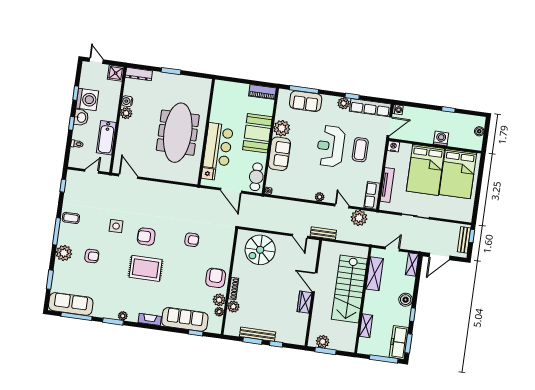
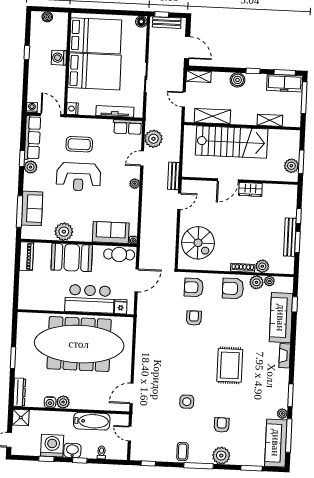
meeting table: (178, 133) -> (79, 344), width x1.36, depth x1.27
sofa: (279, 154) -> (111, 232), moved
floor lamp: (467, 217) -> (141, 22), added
armchair: (146, 237) -> (194, 287), moved, turned 90
plant: (123, 316) -> (282, 414), moved

